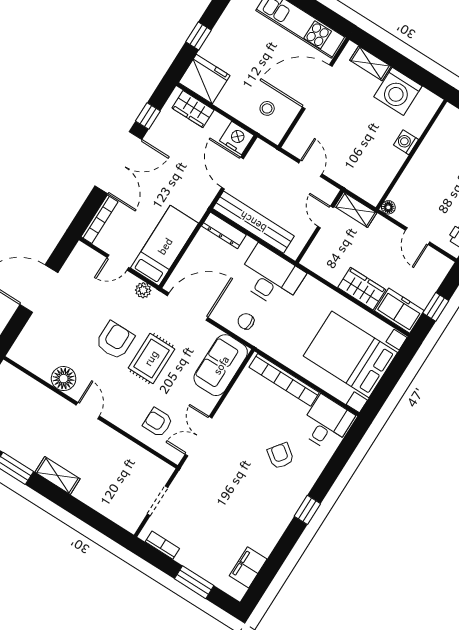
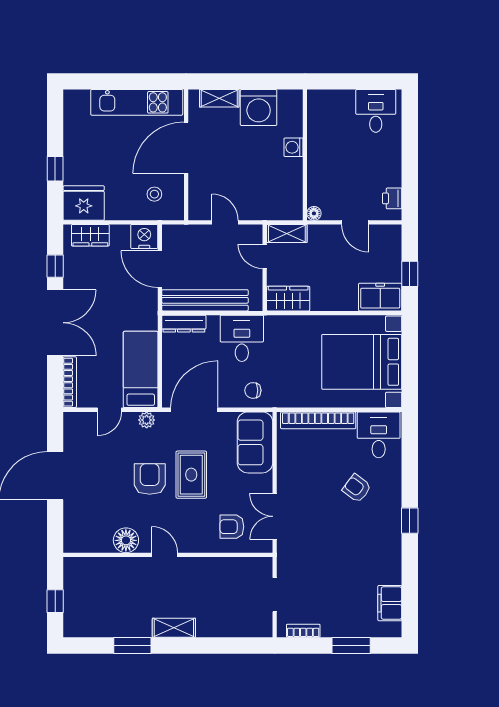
desk: (271, 277) -> (242, 338), width x0.73
wardrobe: (362, 289) -> (288, 299), moved

